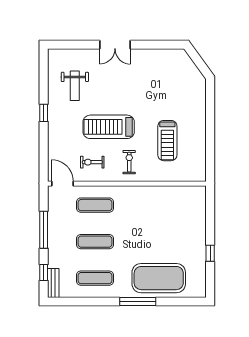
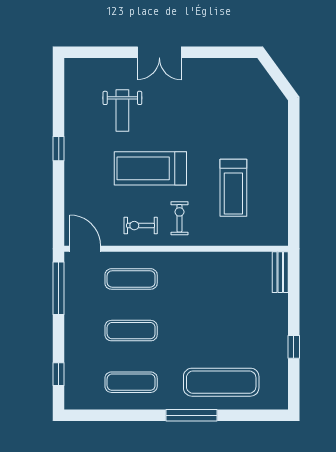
weight bench: (75, 86) -> (122, 111), moved
exercise bike: (92, 162) -> (141, 226), moved
window: (44, 230) -> (59, 288), moved
exercise mat: (159, 278) -> (221, 382), width x0.68
bench: (53, 283) -> (280, 272), moved

